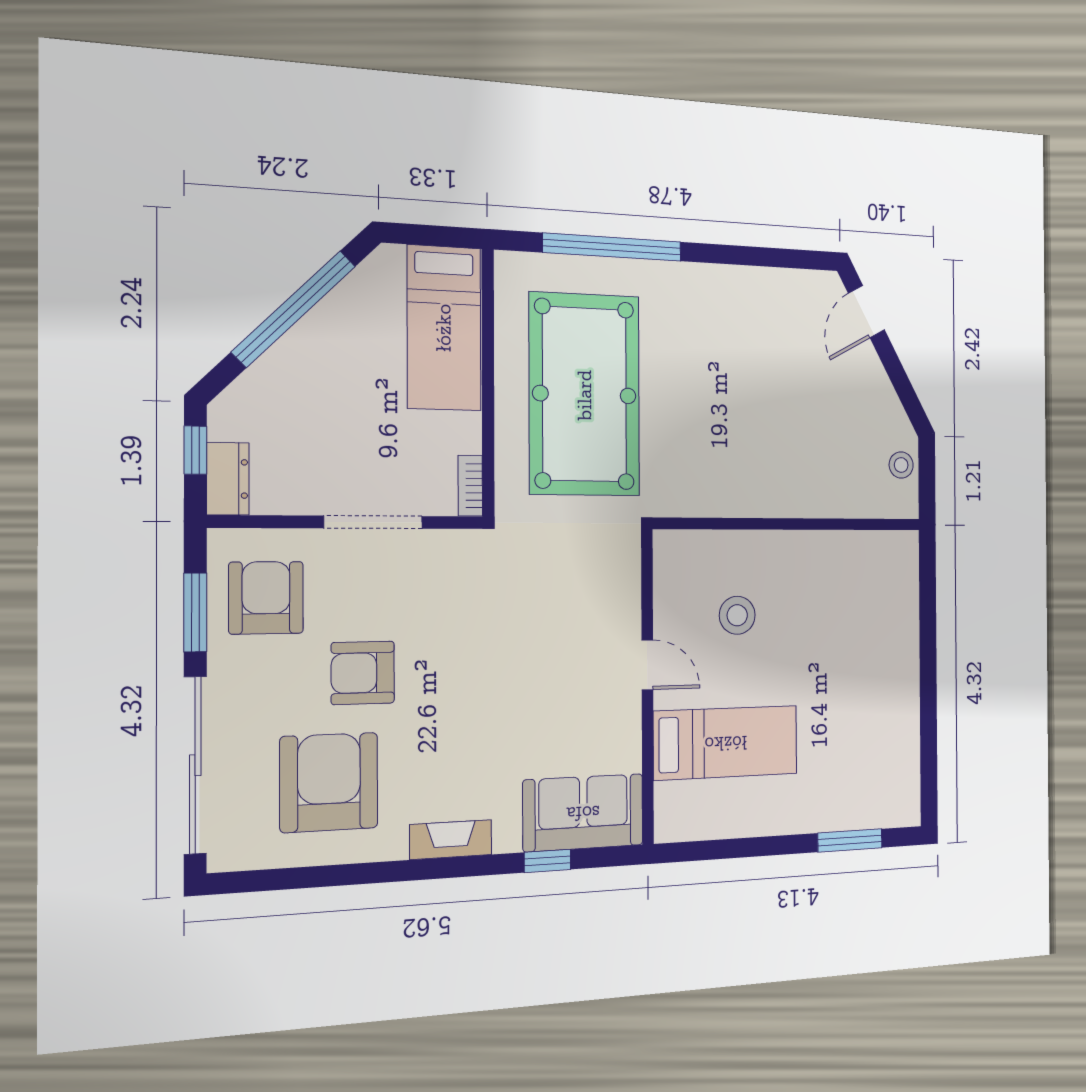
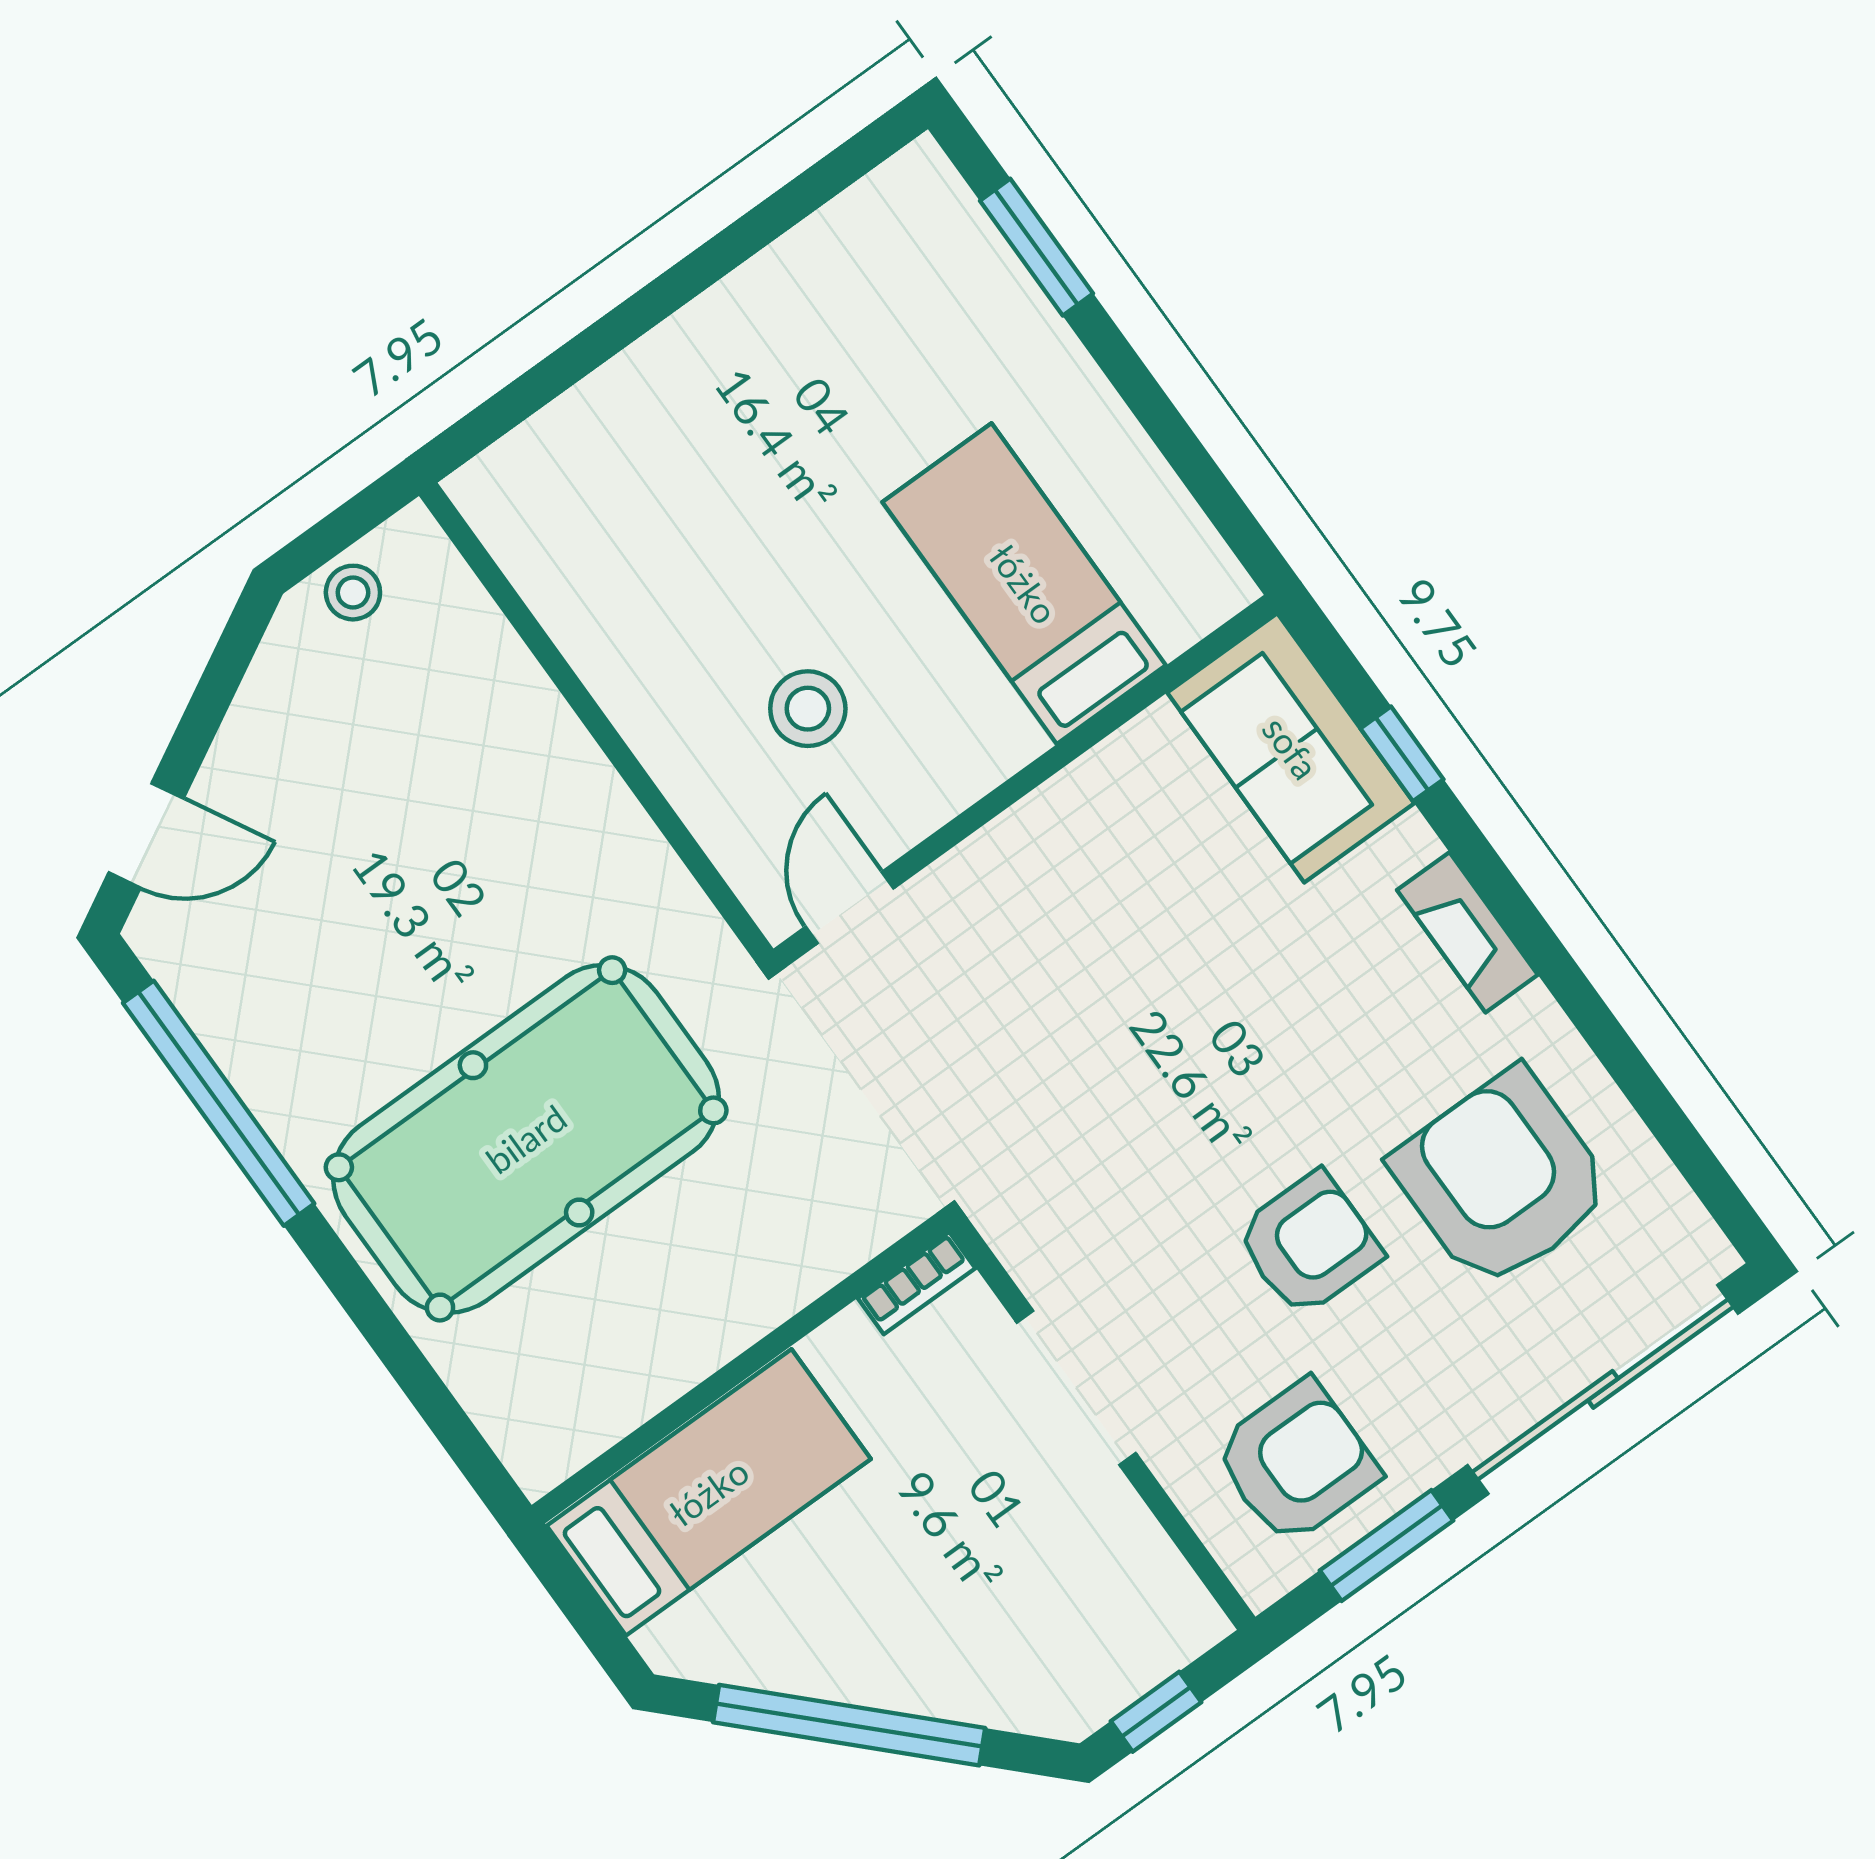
window: (613, 247) -> (219, 1103), moved
pool table: (585, 395) -> (526, 1139), moved
dresser: (228, 479) -> (1164, 1638), removed
armchair: (266, 598) -> (1296, 1462), turned 180
door: (647, 665) -> (850, 908), moved
armchair: (363, 673) -> (1309, 1244), turned -90
armchair: (329, 782) -> (1502, 1179), turned 90

